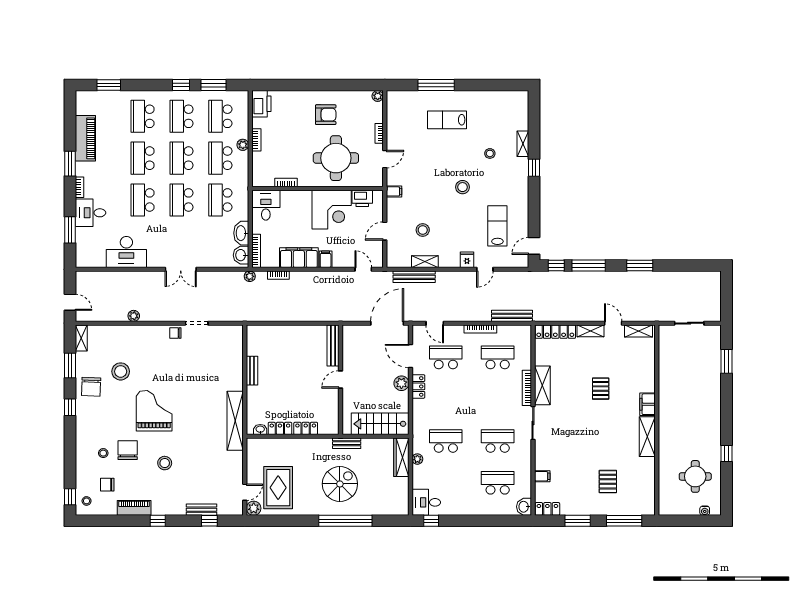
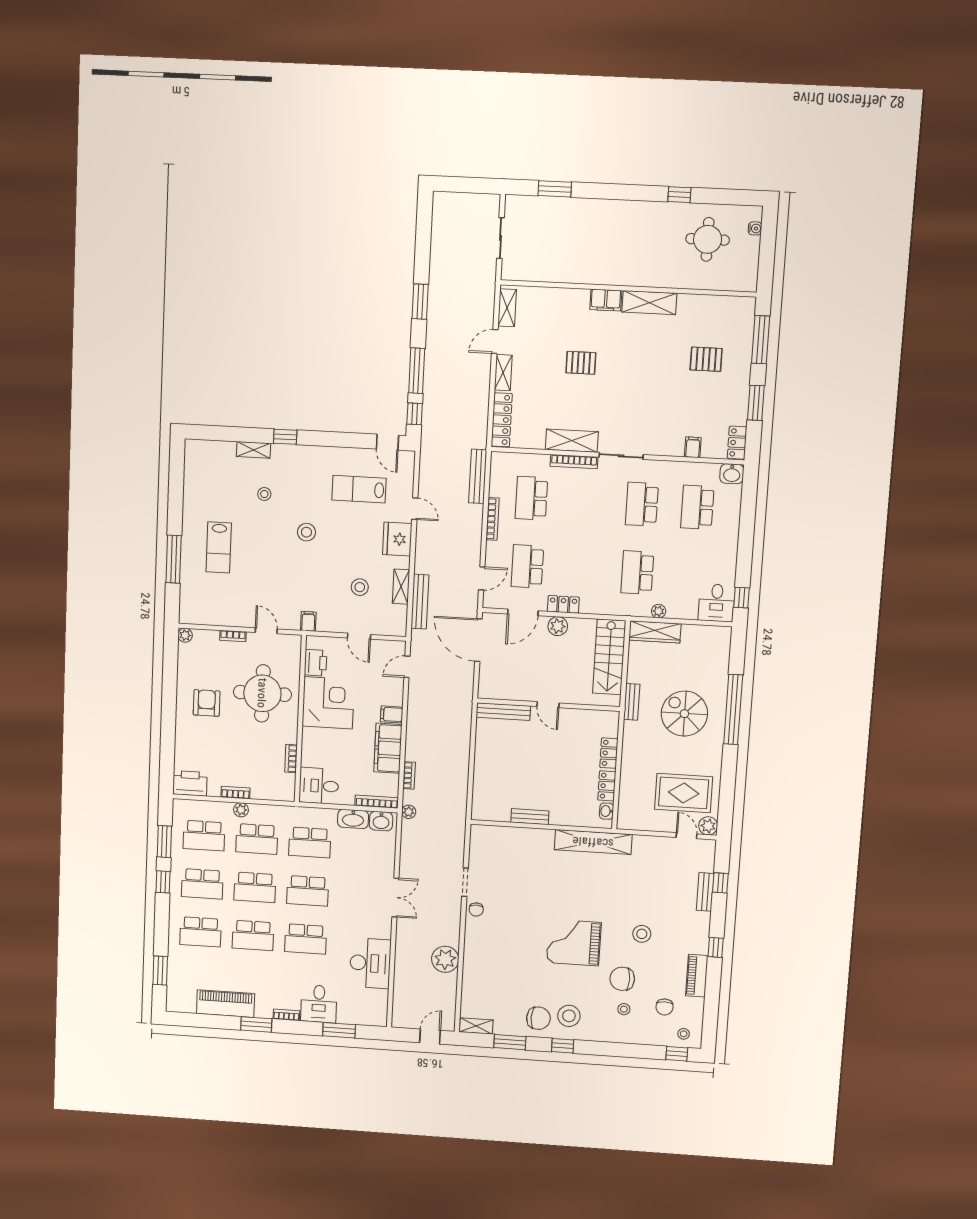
fridge: (467, 260) -> (397, 539), width x1.88, depth x1.34
plant: (134, 316) -> (445, 959), width x1.88, depth x1.88
stool: (121, 371) -> (569, 1016), moved

